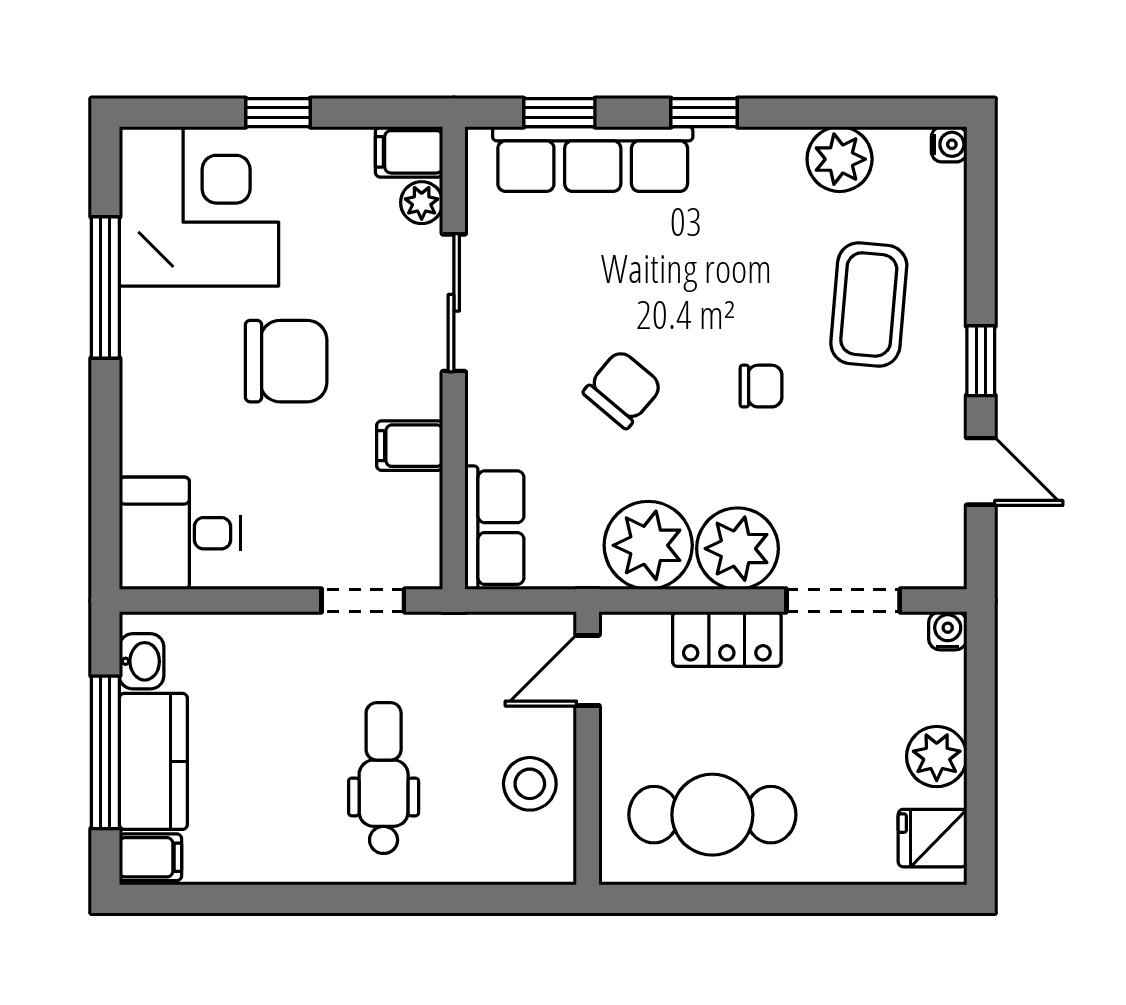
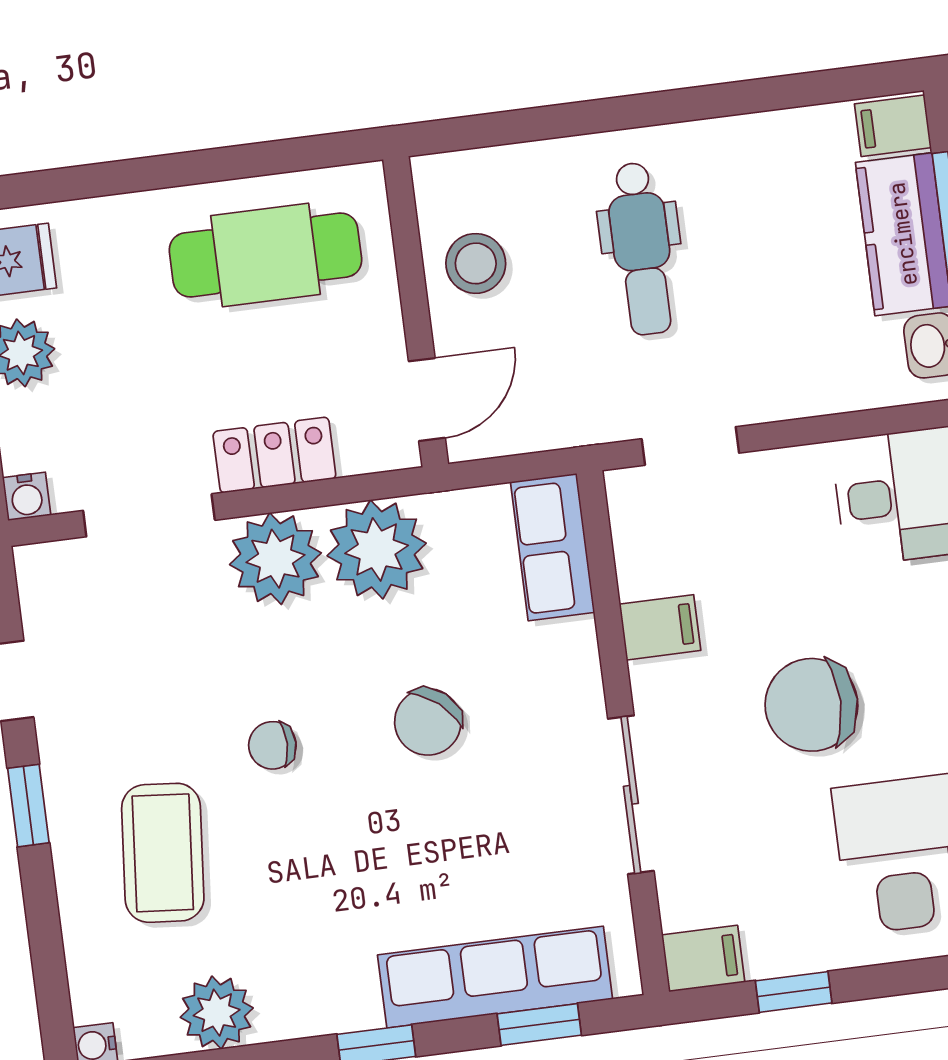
window: (278, 113) -> (794, 992), moved
plant: (422, 203) -> (682, 903), removed

